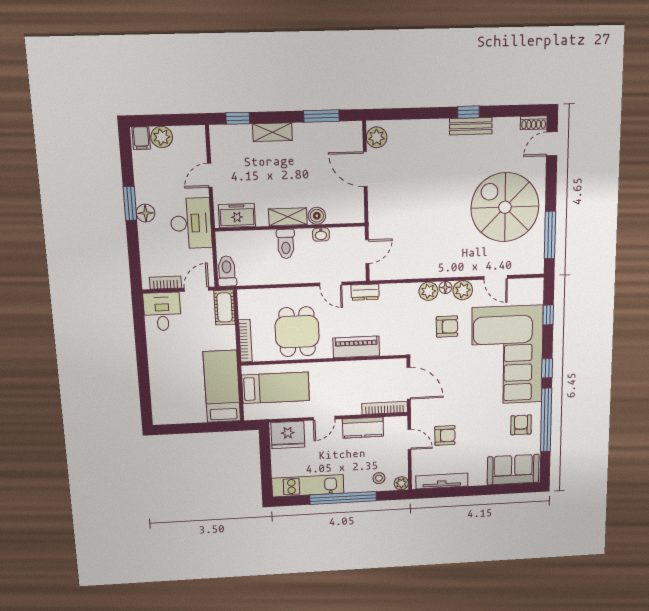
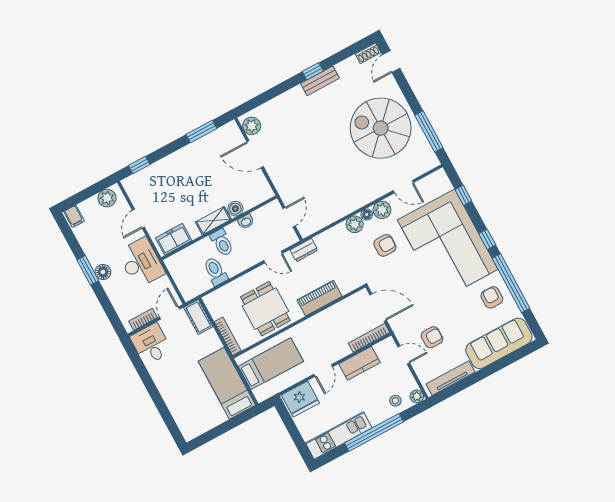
shelving: (272, 132) -> (170, 162), removed
plant: (162, 137) -> (107, 198), moved
toilet: (227, 271) -> (215, 271), moved
sofa: (513, 470) -> (499, 343), width x1.36

